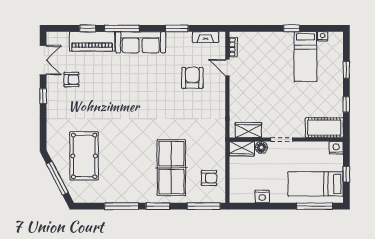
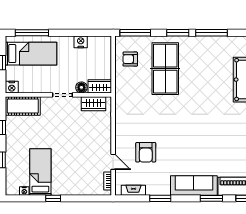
window: (122, 28) -> (211, 198), width x0.69

